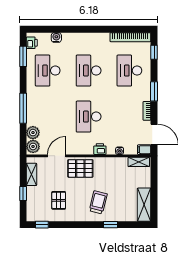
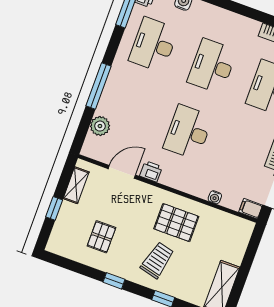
plant: (33, 146) -> (93, 146), removed
printer: (100, 149) -> (151, 171), moved
shelving: (139, 162) -> (236, 223), removed
pallet: (80, 168) -> (176, 223), moved
window: (42, 225) -> (114, 281), moved

